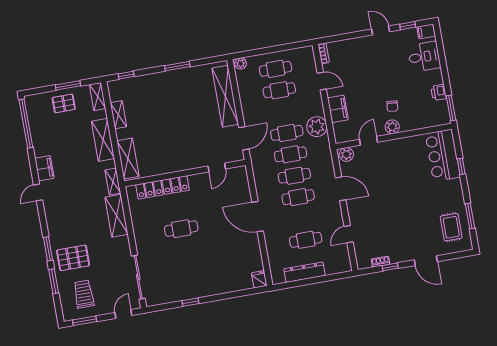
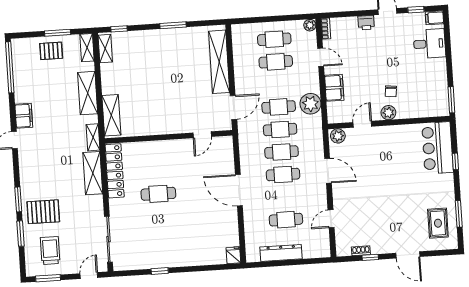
plant: (241, 63) -> (310, 25), moved
printer: (439, 92) -> (366, 23), moved, turned -90
shelving: (118, 115) -> (105, 49), moved
locker: (163, 187) -> (115, 171), moved, turned -90

